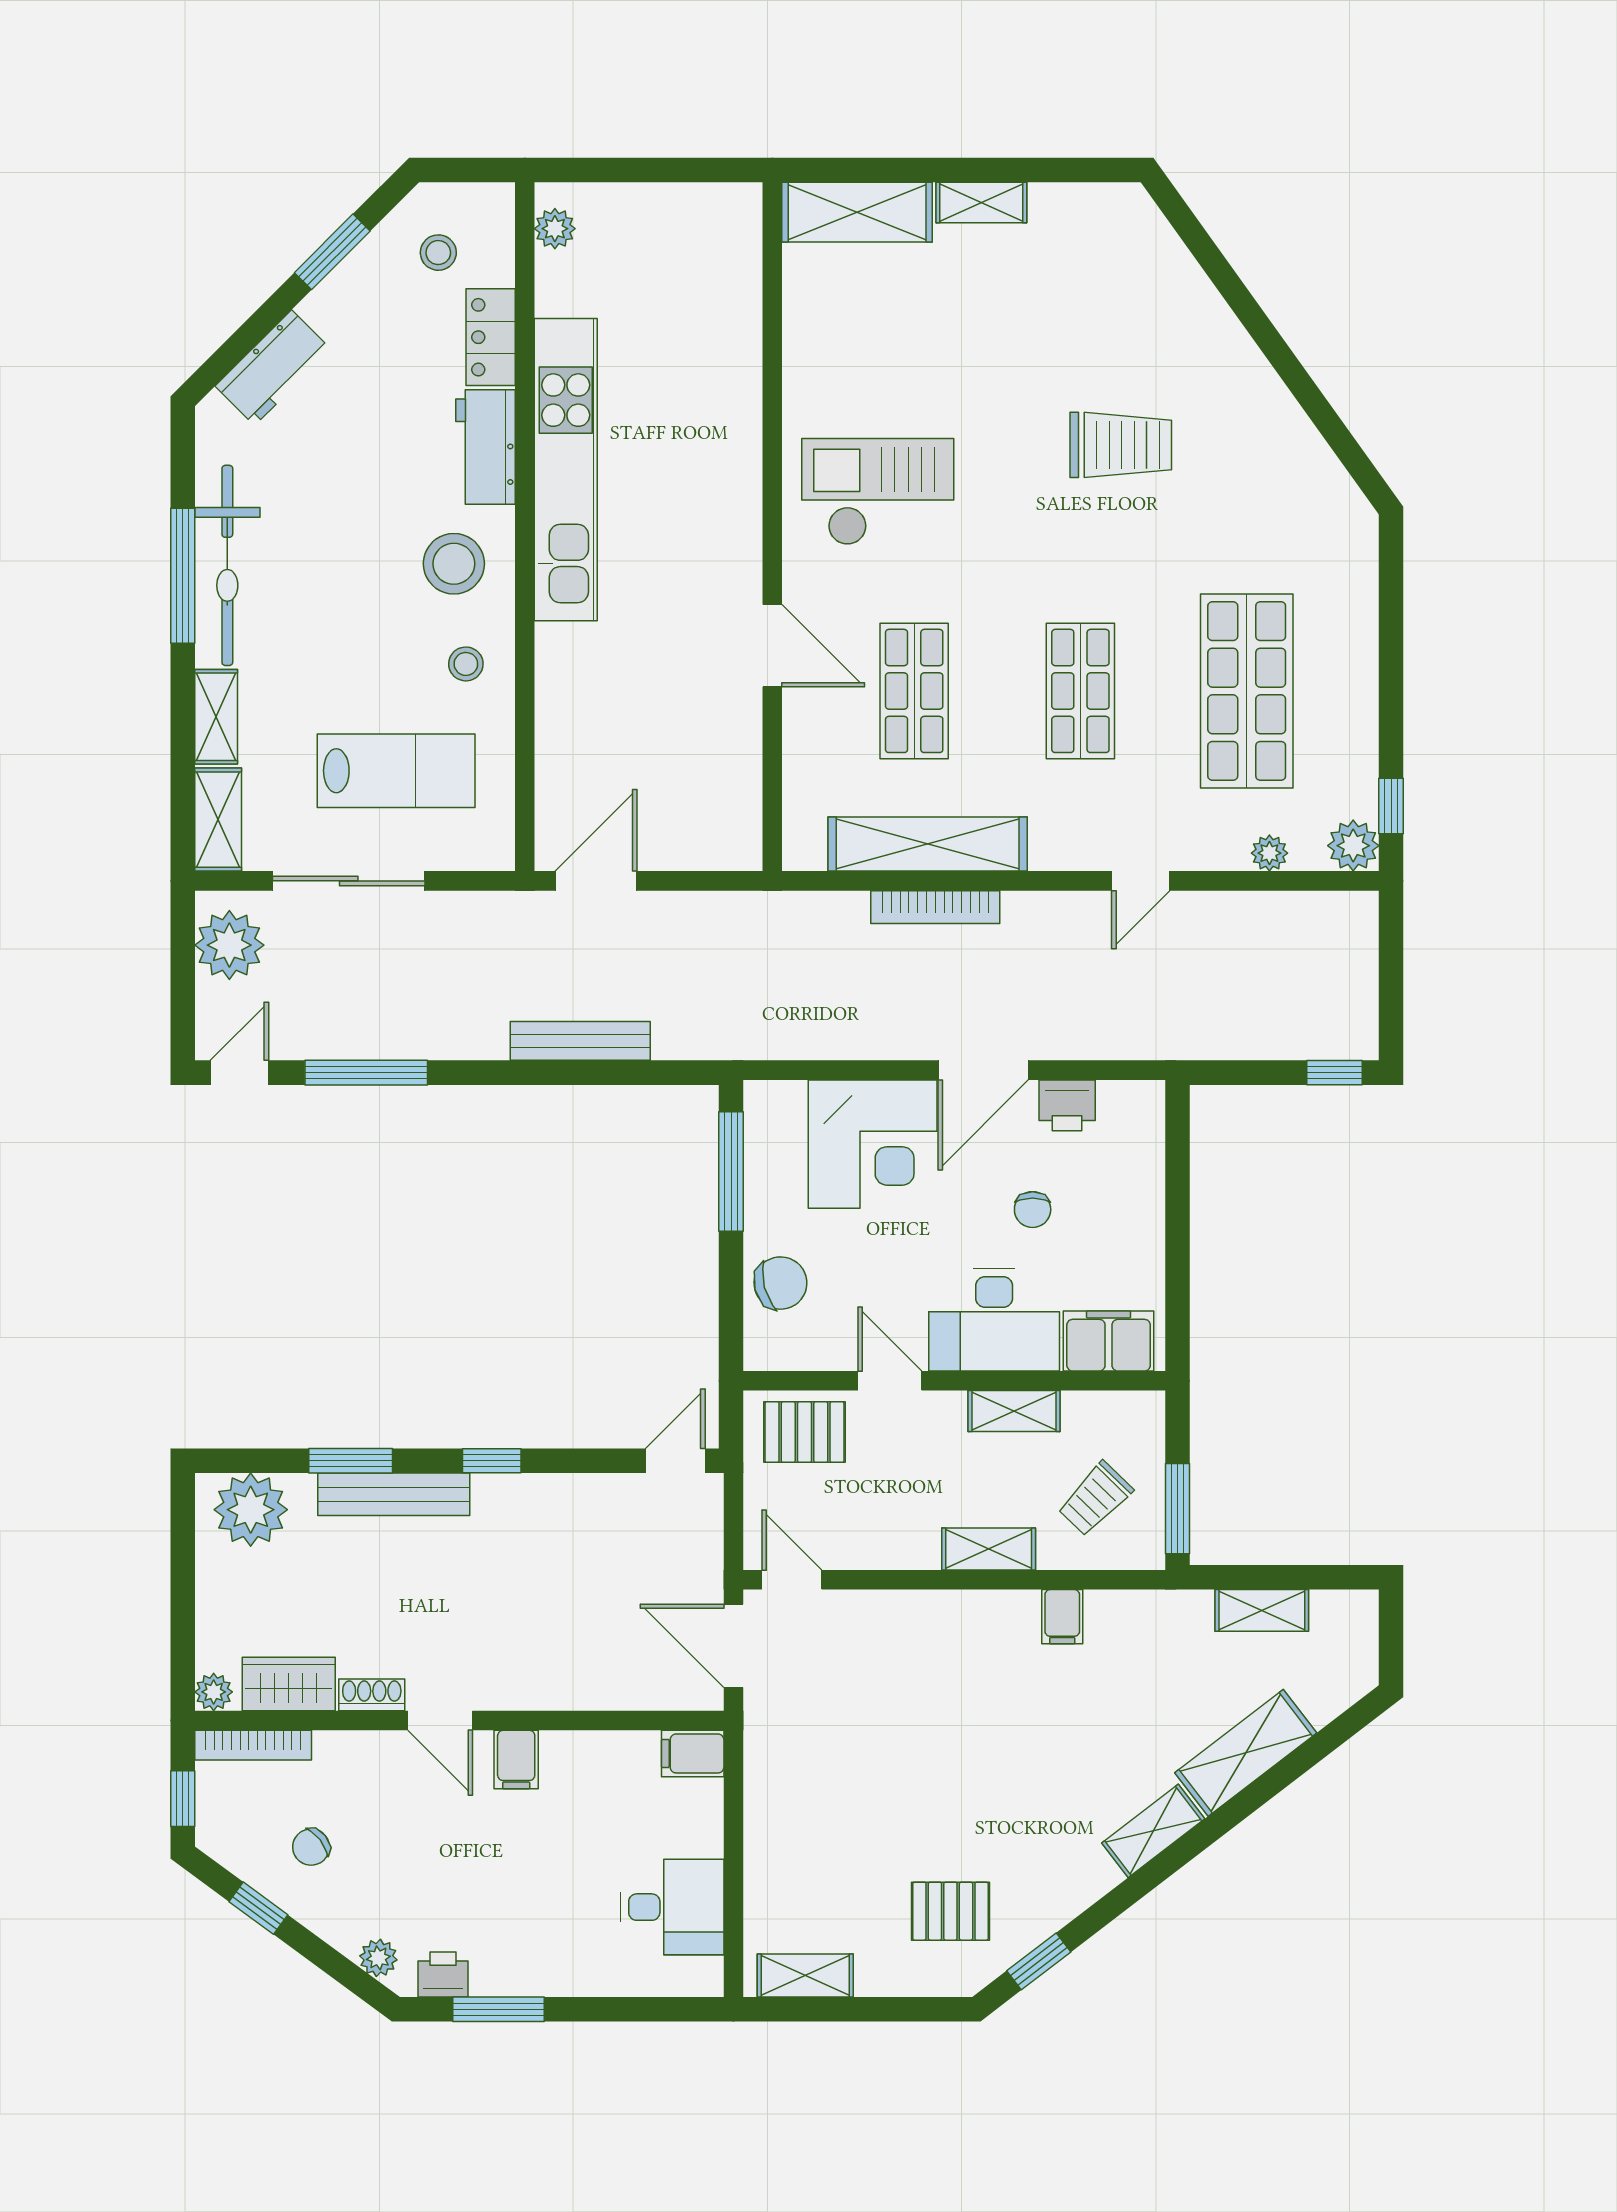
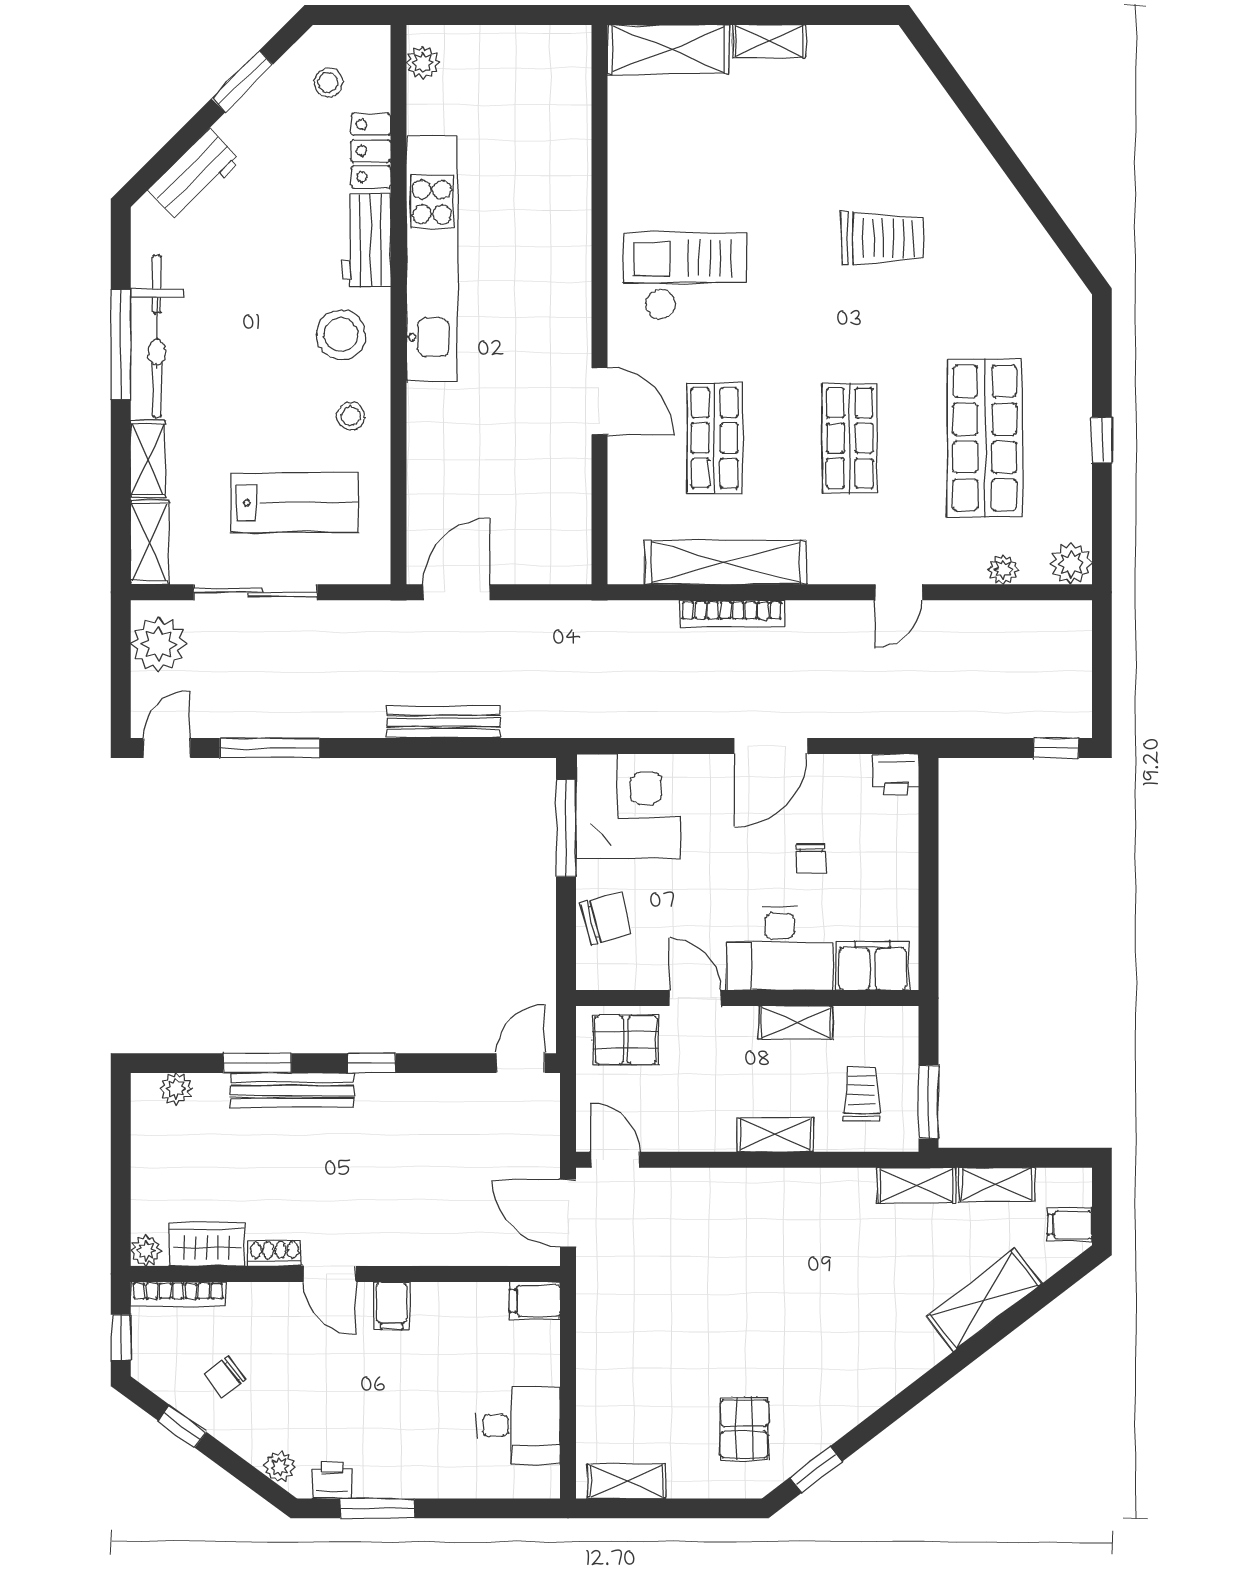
window: (1391, 806) -> (1102, 440), moved
printer: (1067, 1105) -> (896, 774), moved
corner desk: (873, 1144) -> (628, 806), moved, turned -90
trolley: (1095, 1499) -> (862, 1094), turned 136
plant: (251, 1510) -> (176, 1089), width x0.53, depth x0.53
filing cabinet: (1062, 1617) -> (1070, 1225), moved, turned 90
shelving: (1153, 1831) -> (917, 1185), moved, turned 37
pallet: (950, 1911) -> (744, 1429), turned 90

